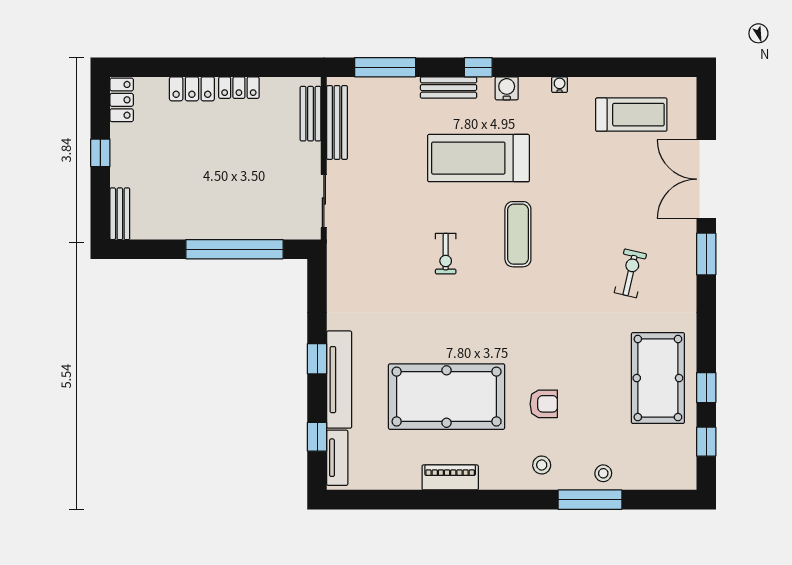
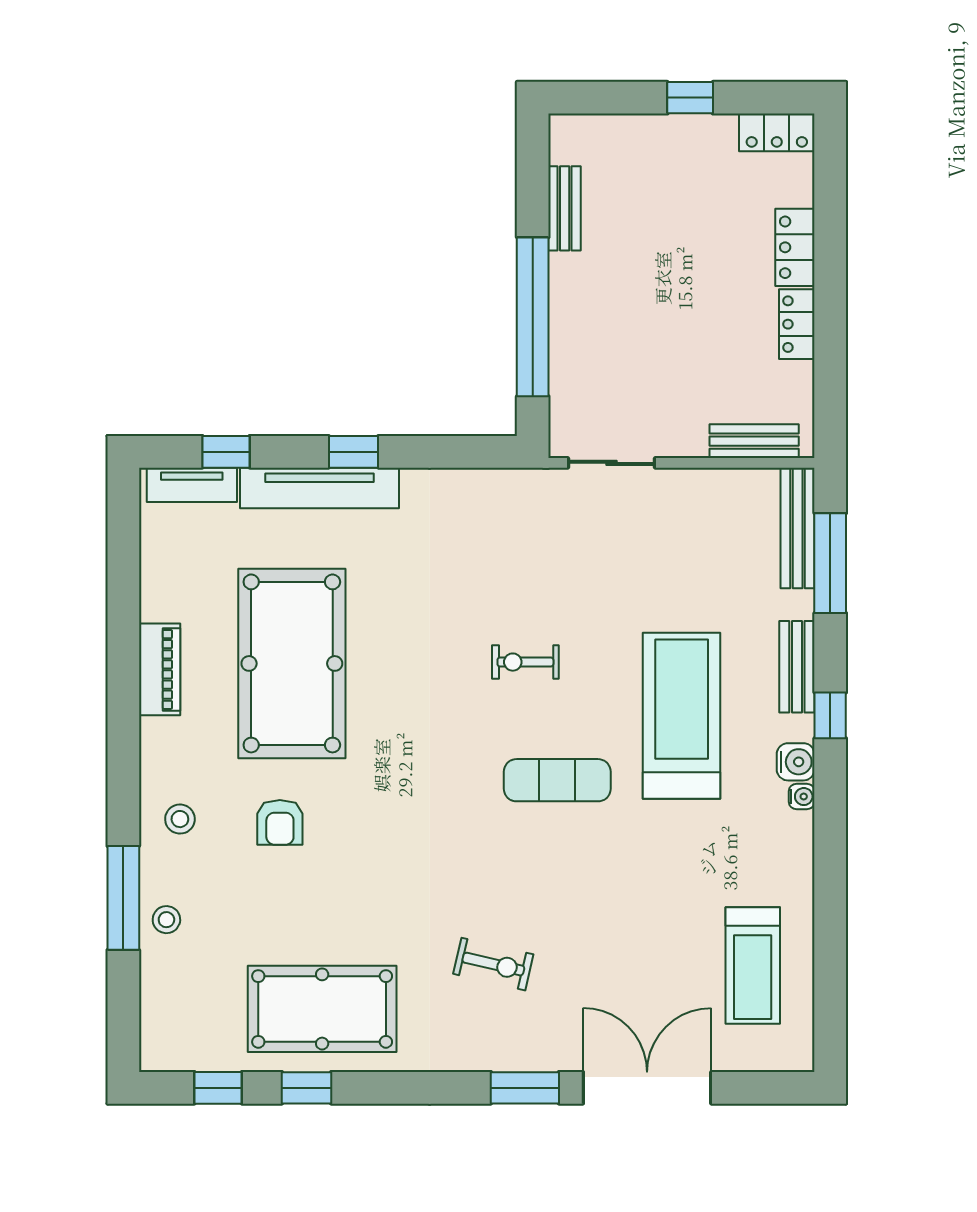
water cooler: (560, 85) -> (802, 797), moved
bench: (337, 123) -> (798, 528), moved, turned 90
bench: (120, 214) -> (565, 208), moved, turned 90

